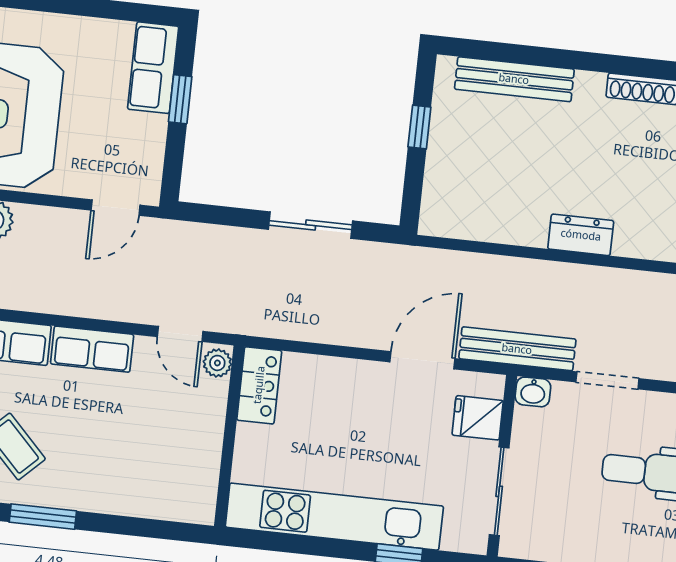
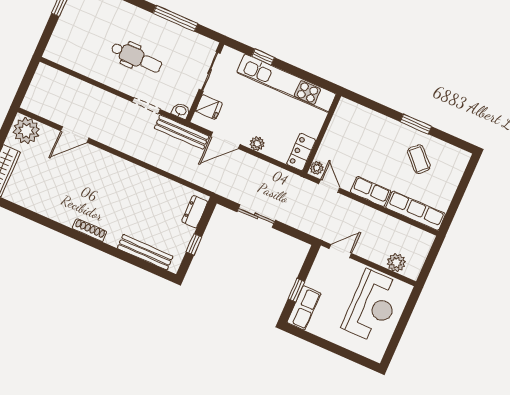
dresser: (581, 235) -> (195, 212), moved, turned 90
plant: (355, 374) -> (257, 144), added

